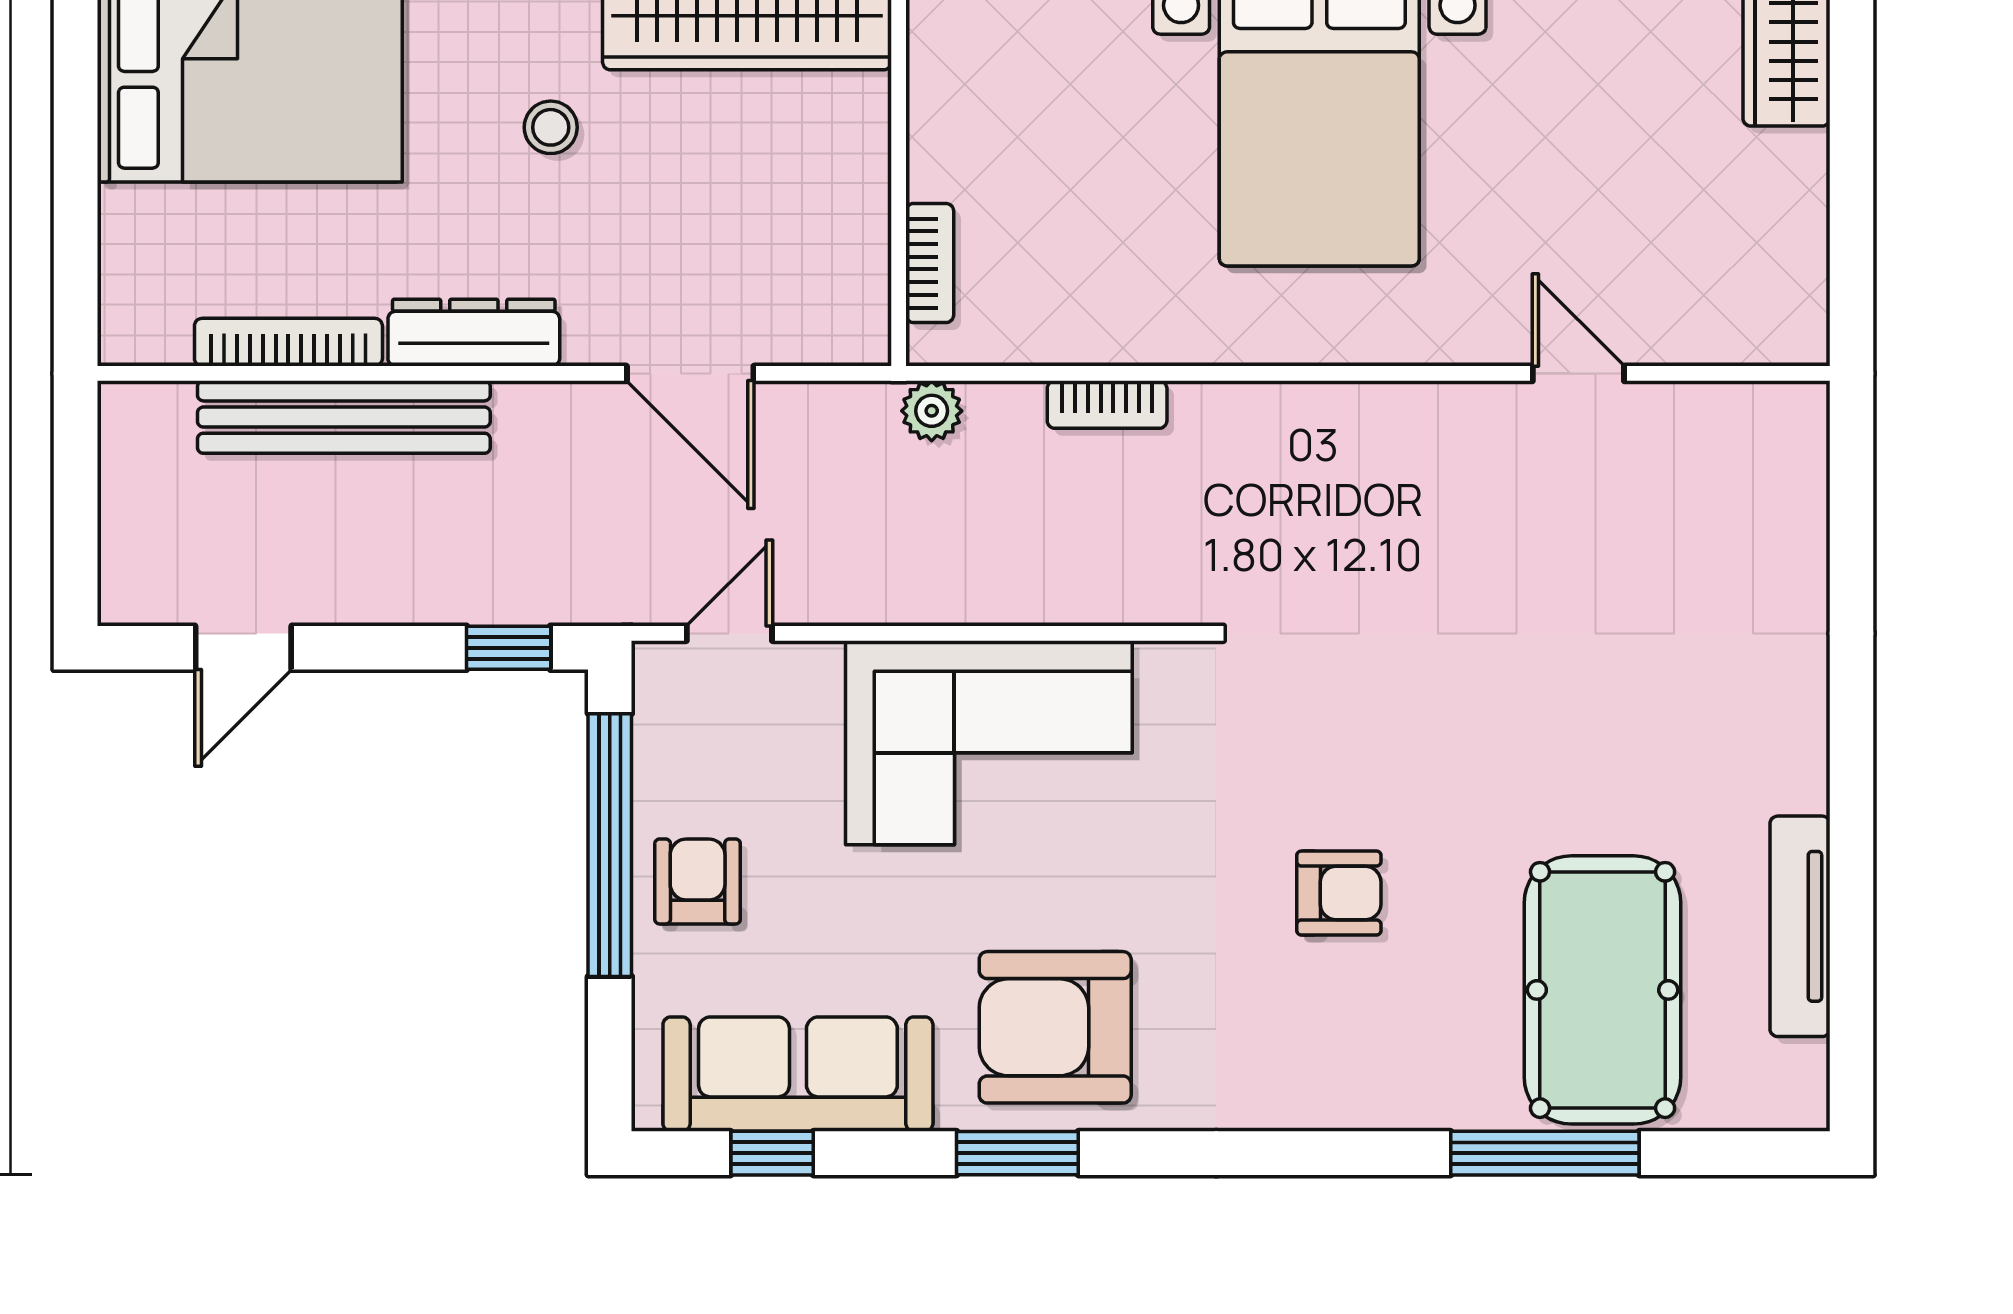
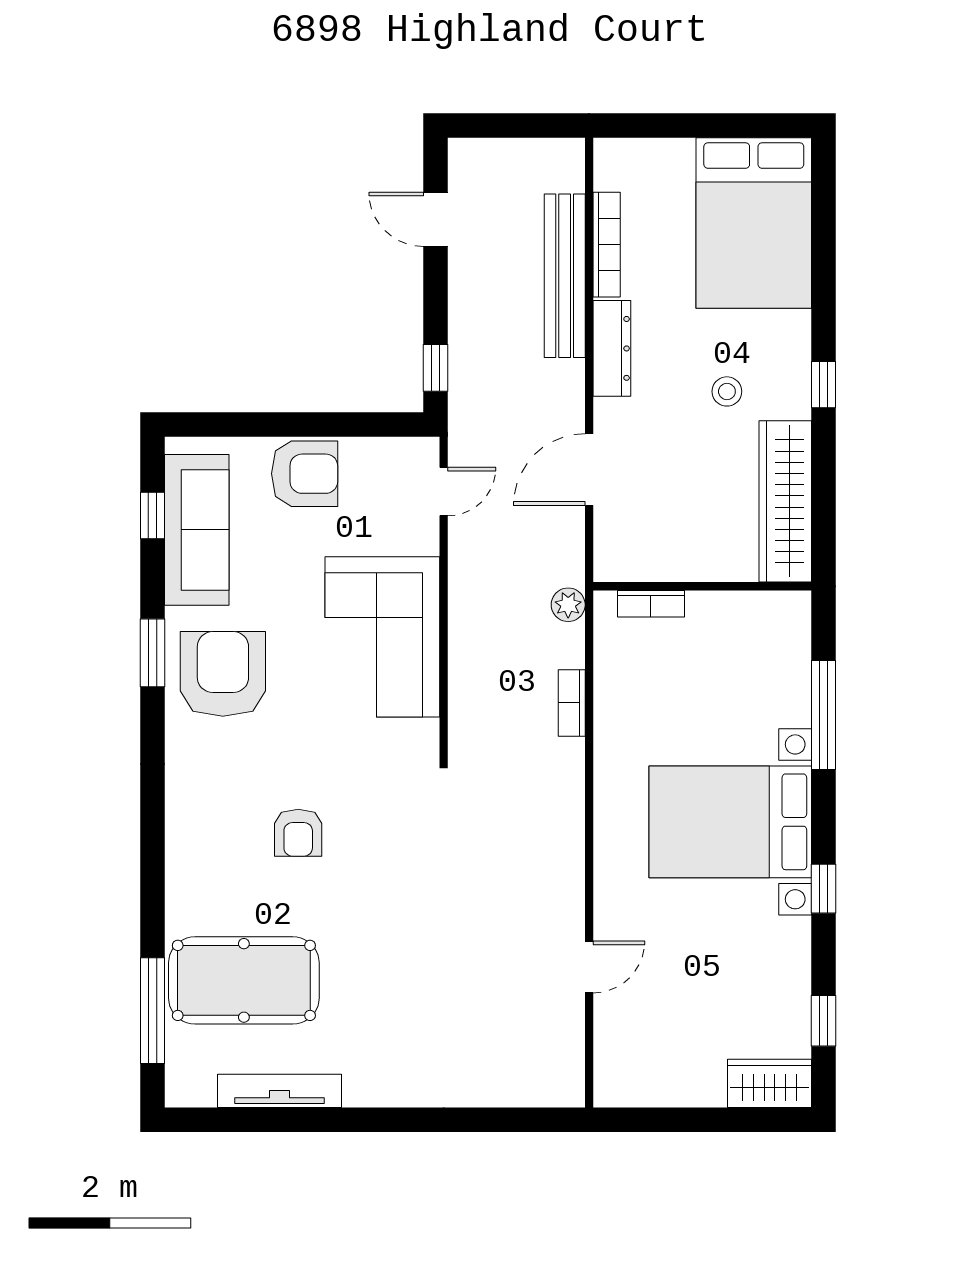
door: (729, 633) -> (444, 492), hinge flipped
window: (610, 845) -> (325, 425), removed
armchair: (698, 881) -> (305, 474), width x1.38, depth x1.38
window: (1545, 1153) -> (153, 1011), moved

